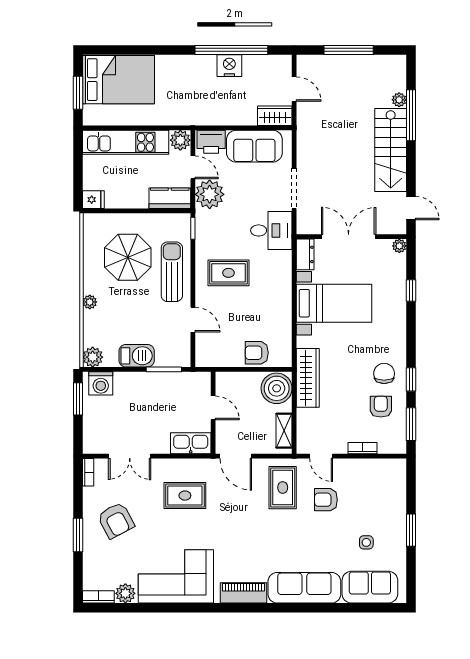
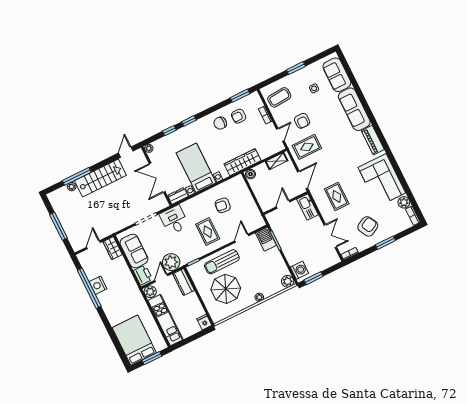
armchair: (257, 353) -> (223, 205), moved, turned 97
barbecue: (137, 356) -> (266, 239), moved
window: (411, 379) -> (189, 121), moved
boiler: (277, 388) -> (250, 174), width x0.54, depth x0.54
coffee table: (379, 483) -> (279, 97), added

